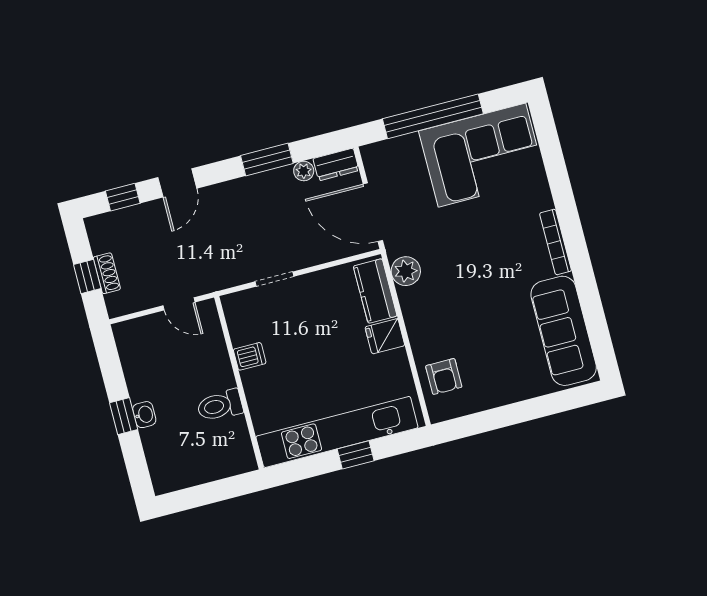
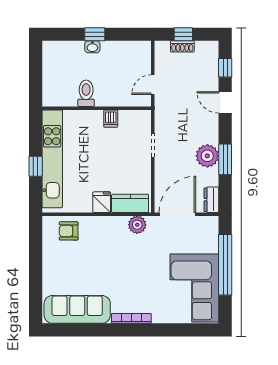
plant: (304, 171) -> (207, 156), moved, width x1.87, depth x1.87

